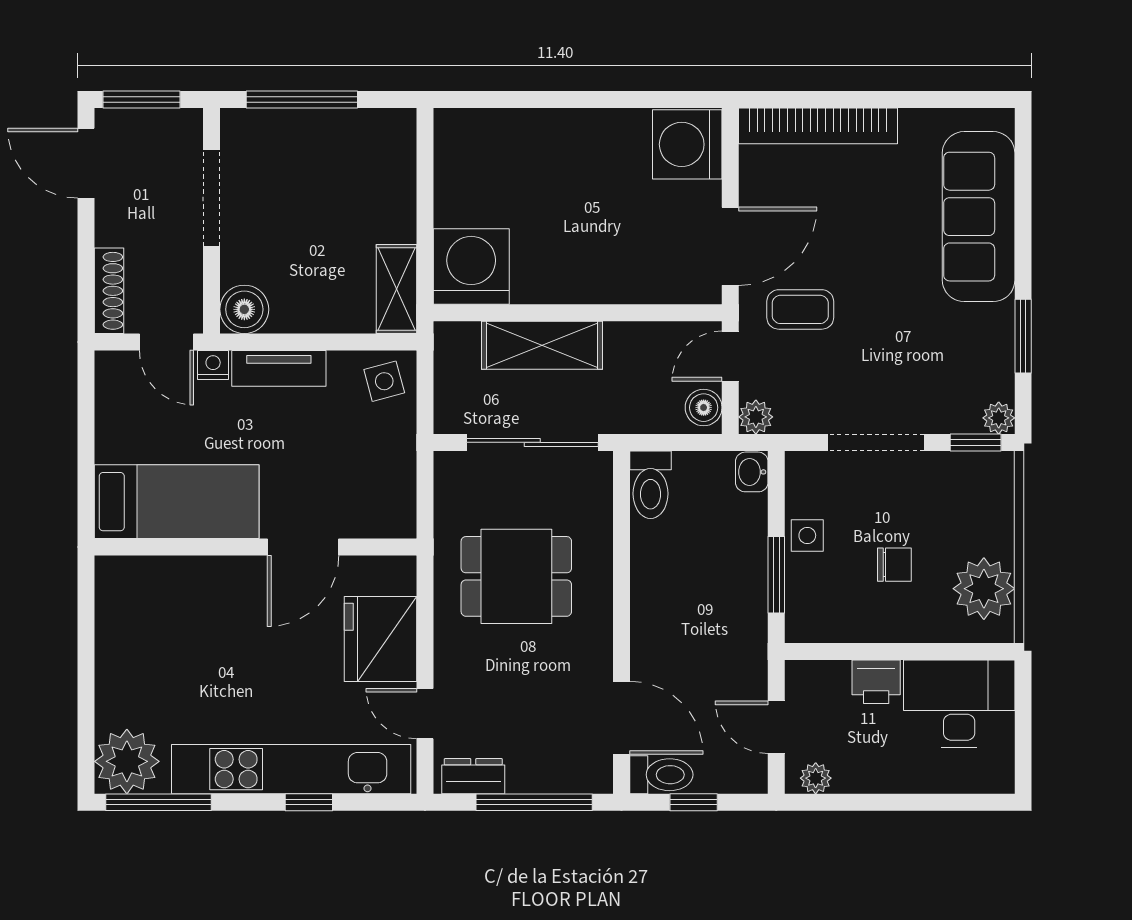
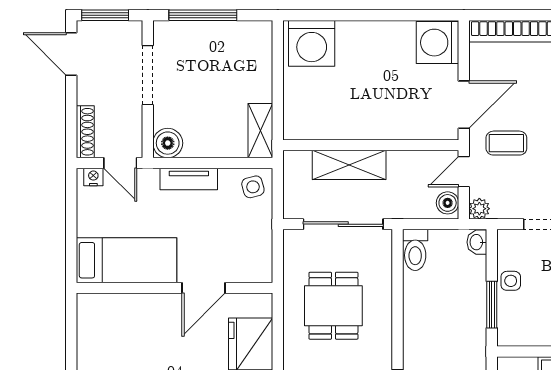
washing machine: (471, 267) -> (312, 43), moved, turned 180
nightstand: (213, 365) -> (93, 177), moved
dining table: (516, 576) -> (333, 306), turned 90

